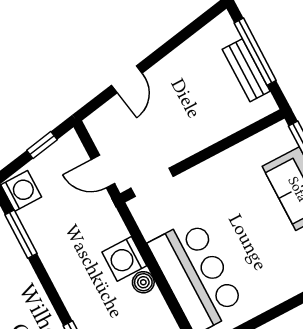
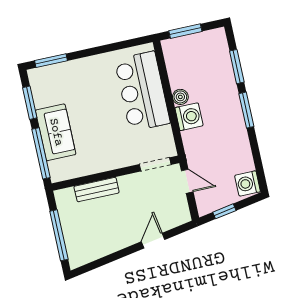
bench: (246, 70) -> (97, 190), moved, turned 90
window: (21, 234) -> (246, 110), moved

